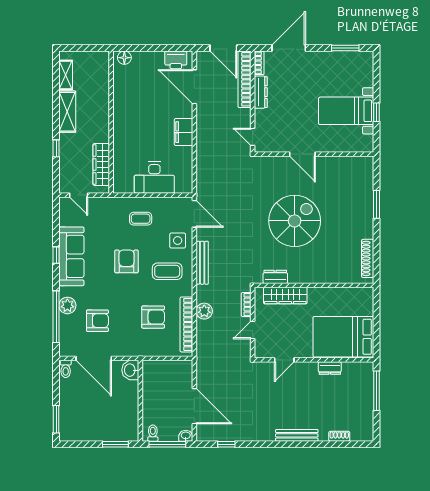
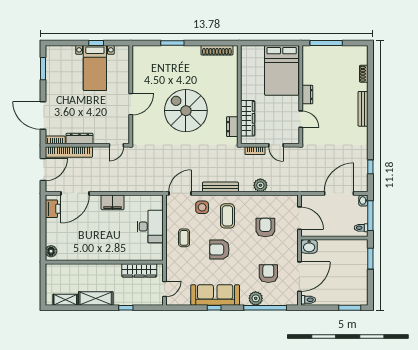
bookcase: (186, 324) -> (271, 200), removed
door: (164, 358) -> (299, 218), added
dresser: (330, 368) -> (307, 95), moved

